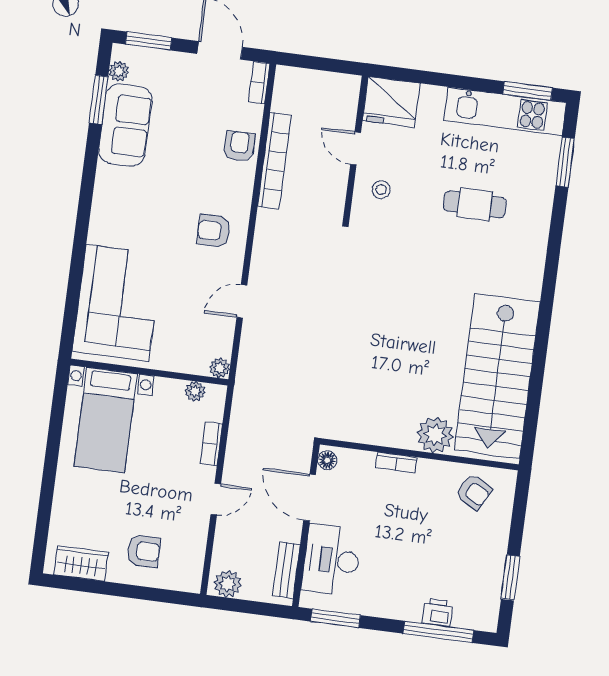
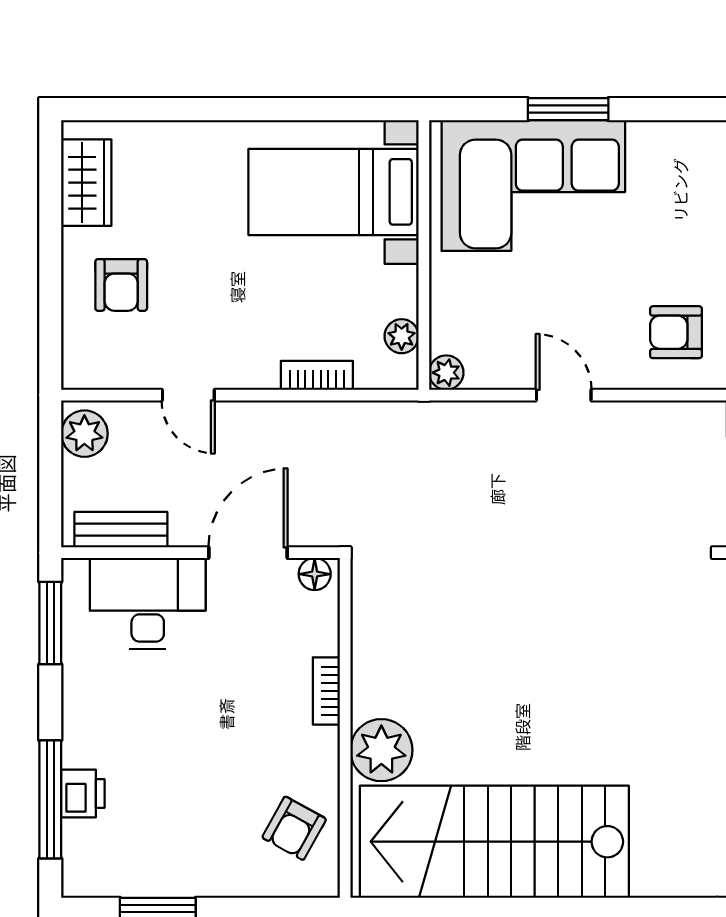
armchair: (214, 231) -> (676, 332), turned -90
window: (75, 277) -> (568, 109), added
door: (216, 499) -> (188, 395), moved

